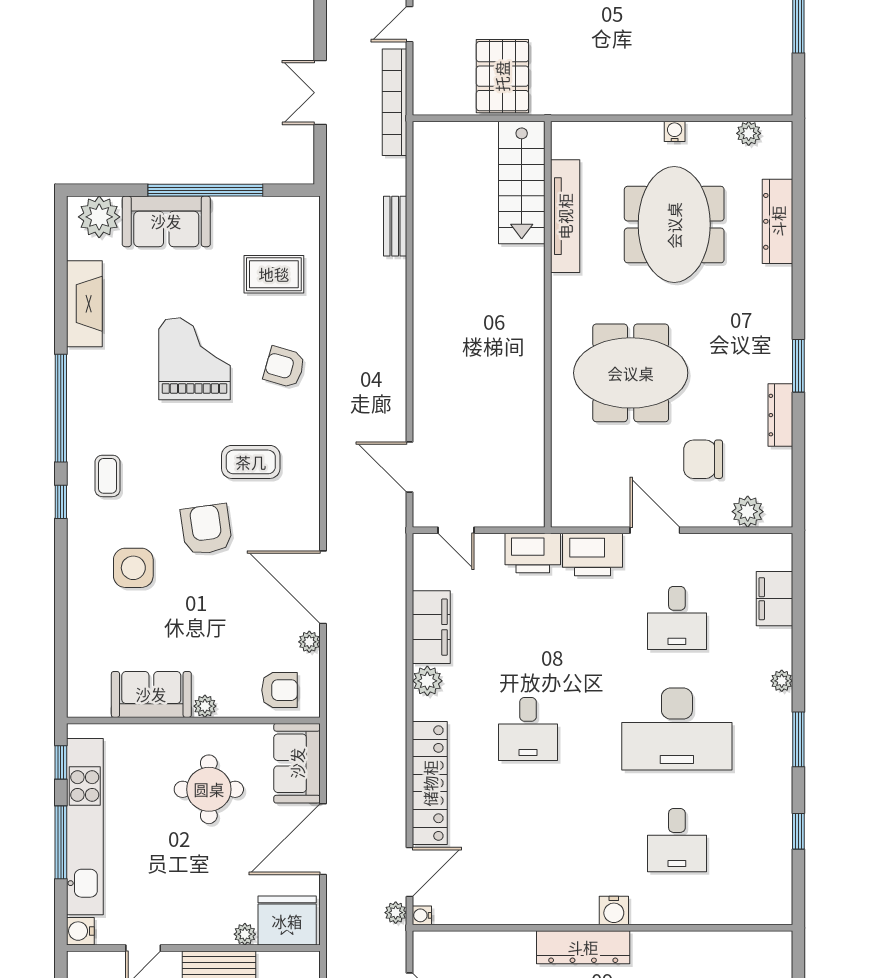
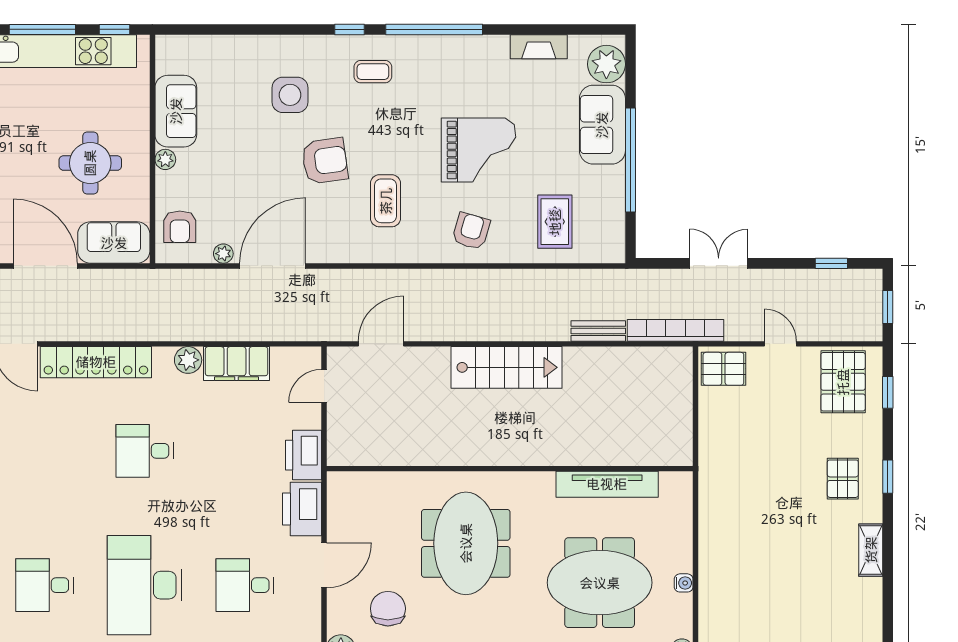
pallet: (502, 76) -> (723, 369), moved, width x0.67, depth x0.71
bookcase: (394, 102) -> (676, 330), moved
stairs: (522, 182) -> (506, 367), moved, turned 180
fireplace: (84, 304) -> (539, 47), width x0.73, depth x0.76

